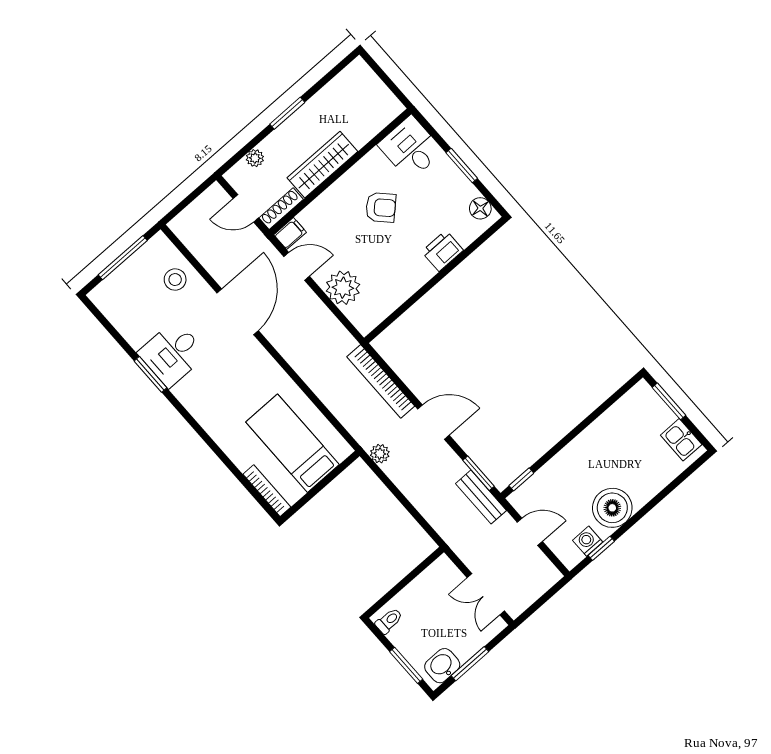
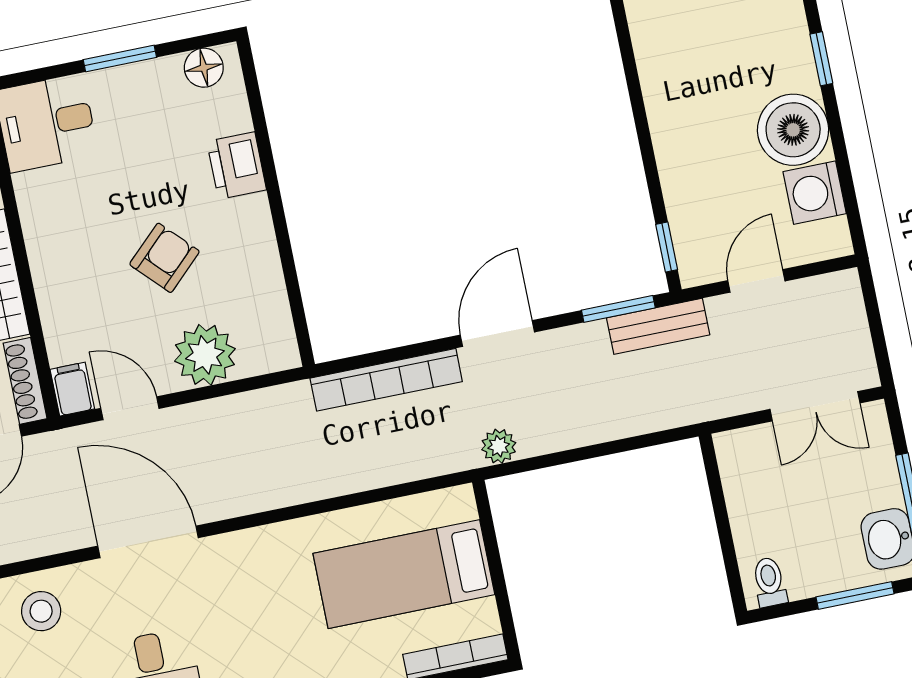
armchair: (381, 207) -> (164, 258), moved
door: (297, 266) -> (130, 408), hinge flipped
washing machine: (588, 541) -> (815, 193), width x1.38, depth x1.38
window: (601, 548) -> (821, 59), moved

